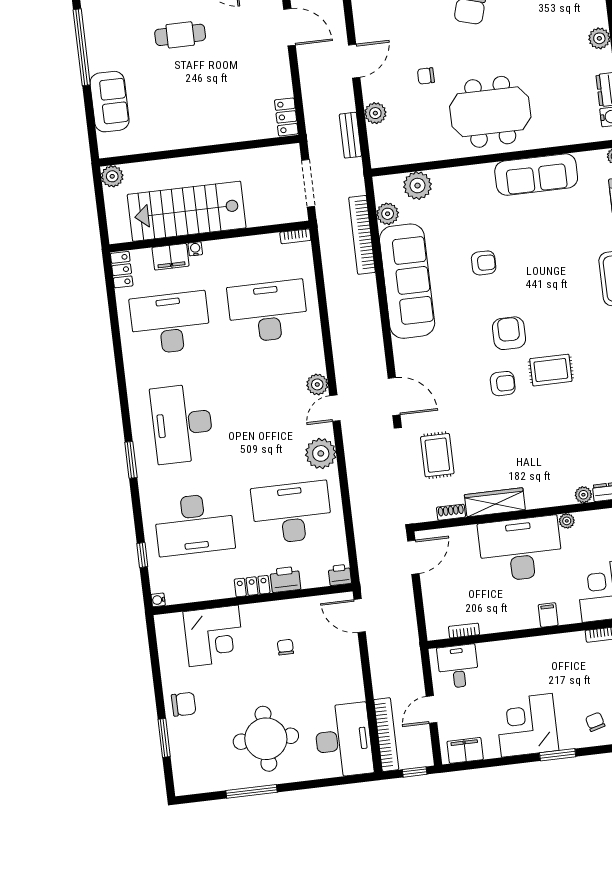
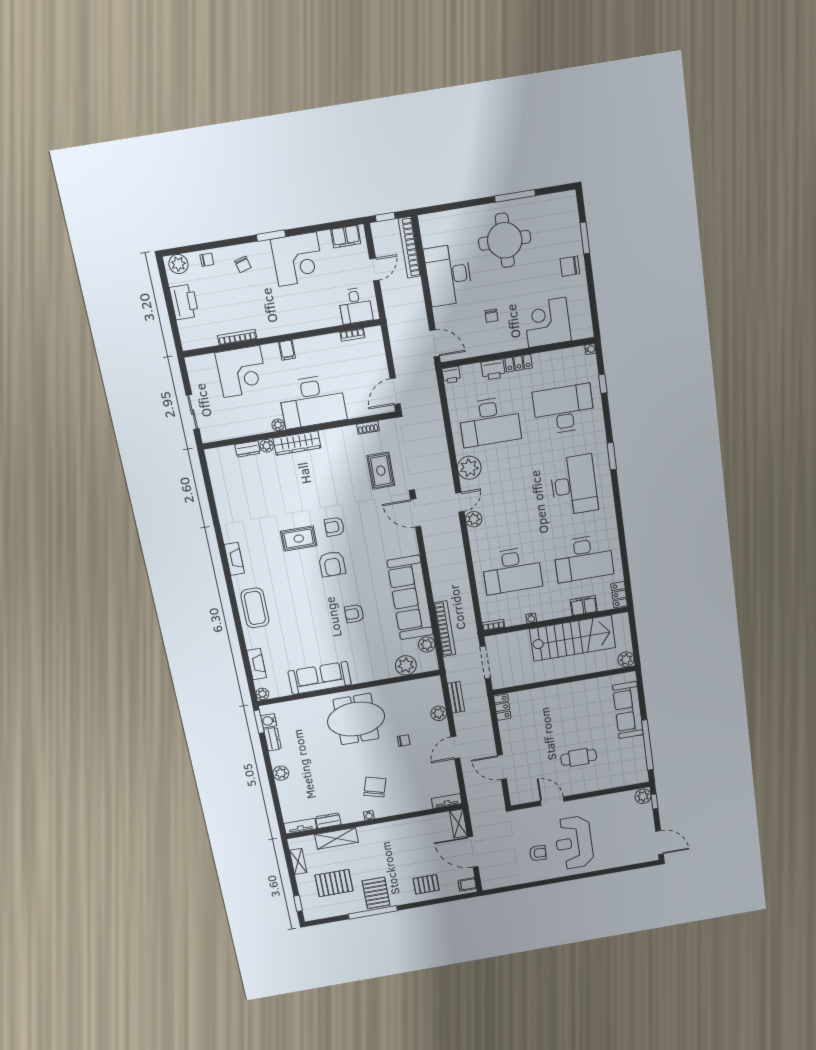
sofa: (110, 102) -> (628, 710), width x1.36
water cooler: (195, 249) -> (531, 618), moved
wardrobe: (495, 502) -> (297, 443), moved
desk: (343, 740) -> (448, 275), moved

